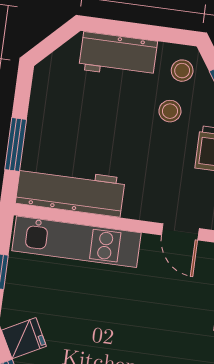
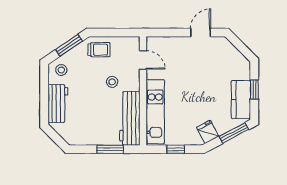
stool: (170, 111) -> (112, 82), moved
door: (180, 232) -> (143, 60), hinge flipped

